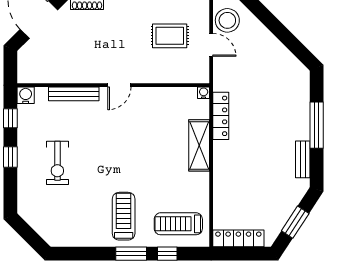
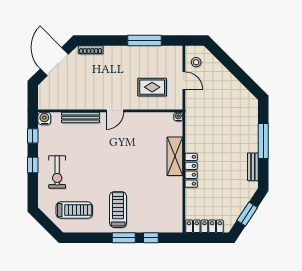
stool: (227, 20) -> (196, 62), width x0.53, depth x0.53
rug: (170, 36) -> (152, 87), moved
locker: (221, 116) -> (191, 170), moved
exercise bike: (57, 163) -> (57, 172), moved
treadmill: (178, 224) -> (74, 210), moved, turned 180

